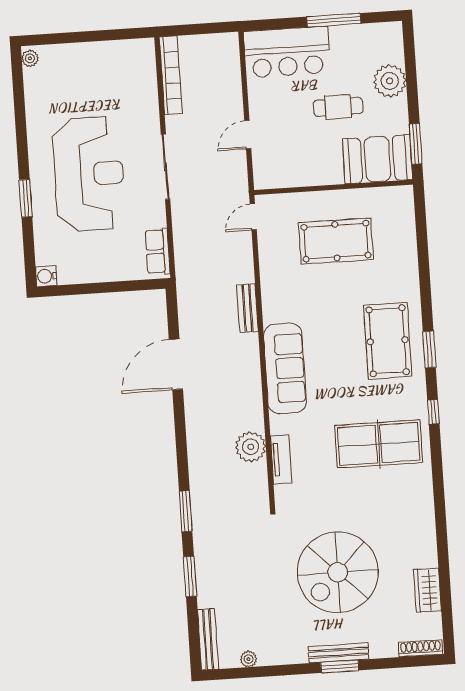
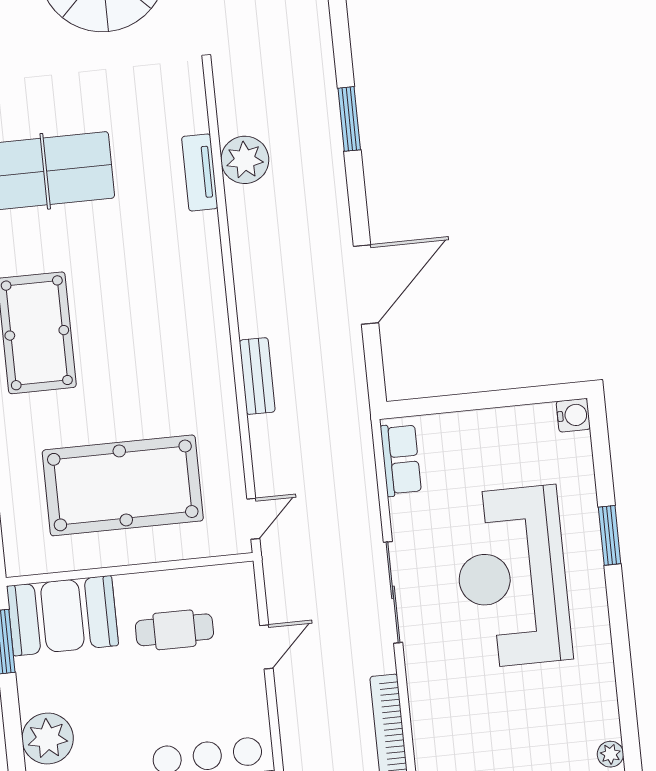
cafe table: (338, 107) -> (174, 630), moved
pool table: (336, 241) -> (123, 485), width x1.36, depth x1.32
sofa: (285, 368) -> (196, 284), removed
tv unit: (281, 459) -> (200, 172), moved
window: (186, 511) -> (349, 119), moved

